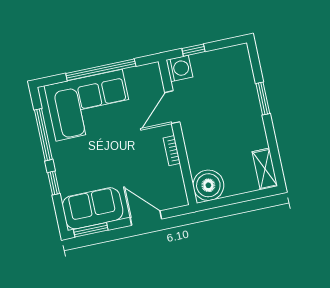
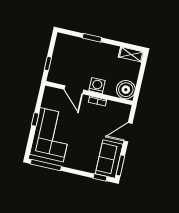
washing machine: (179, 68) -> (97, 86), moved
window: (101, 70) -> (35, 119), width x0.32
window: (43, 135) -> (46, 165), moved
window: (54, 183) -> (100, 177), moved

